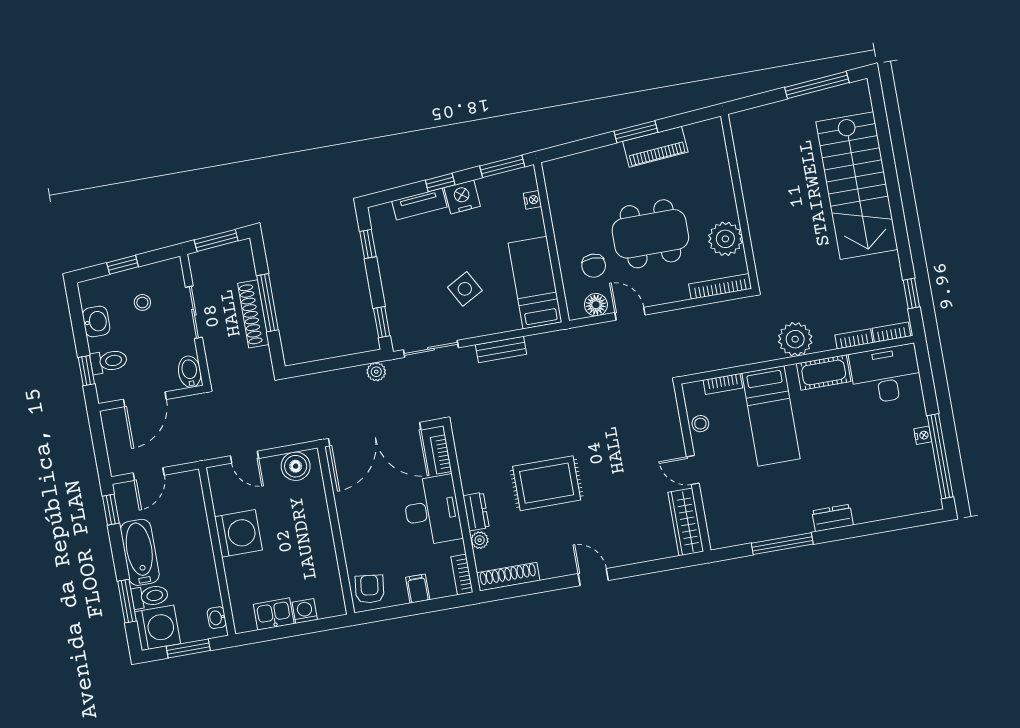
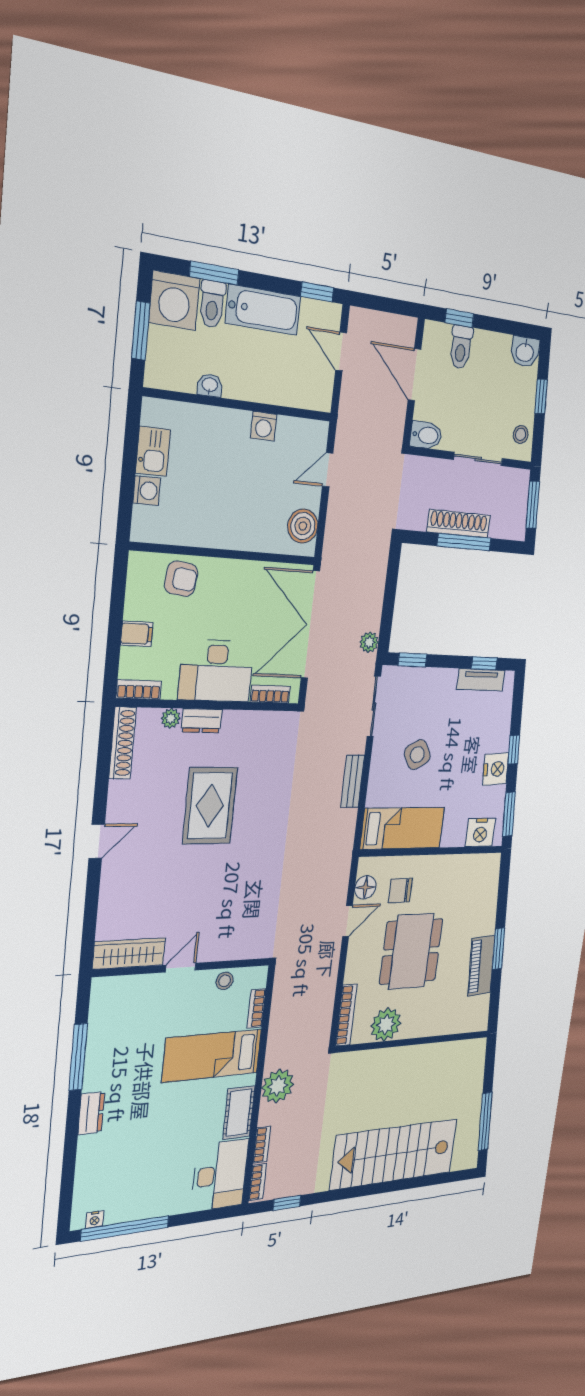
nightstand: (532, 200) -> (480, 832), width x1.89, depth x1.79
tv unit: (419, 204) -> (481, 680), moved, turned -85
stool: (142, 302) -> (521, 434), moved
washbasin: (96, 321) -> (525, 352), moved
nightstand: (923, 435) -> (95, 1219), moved
washing machine: (238, 533) -> (264, 426), width x0.53, depth x0.53
armchair: (370, 589) -> (181, 579), moved
washbasin: (217, 618) -> (210, 385), moved

